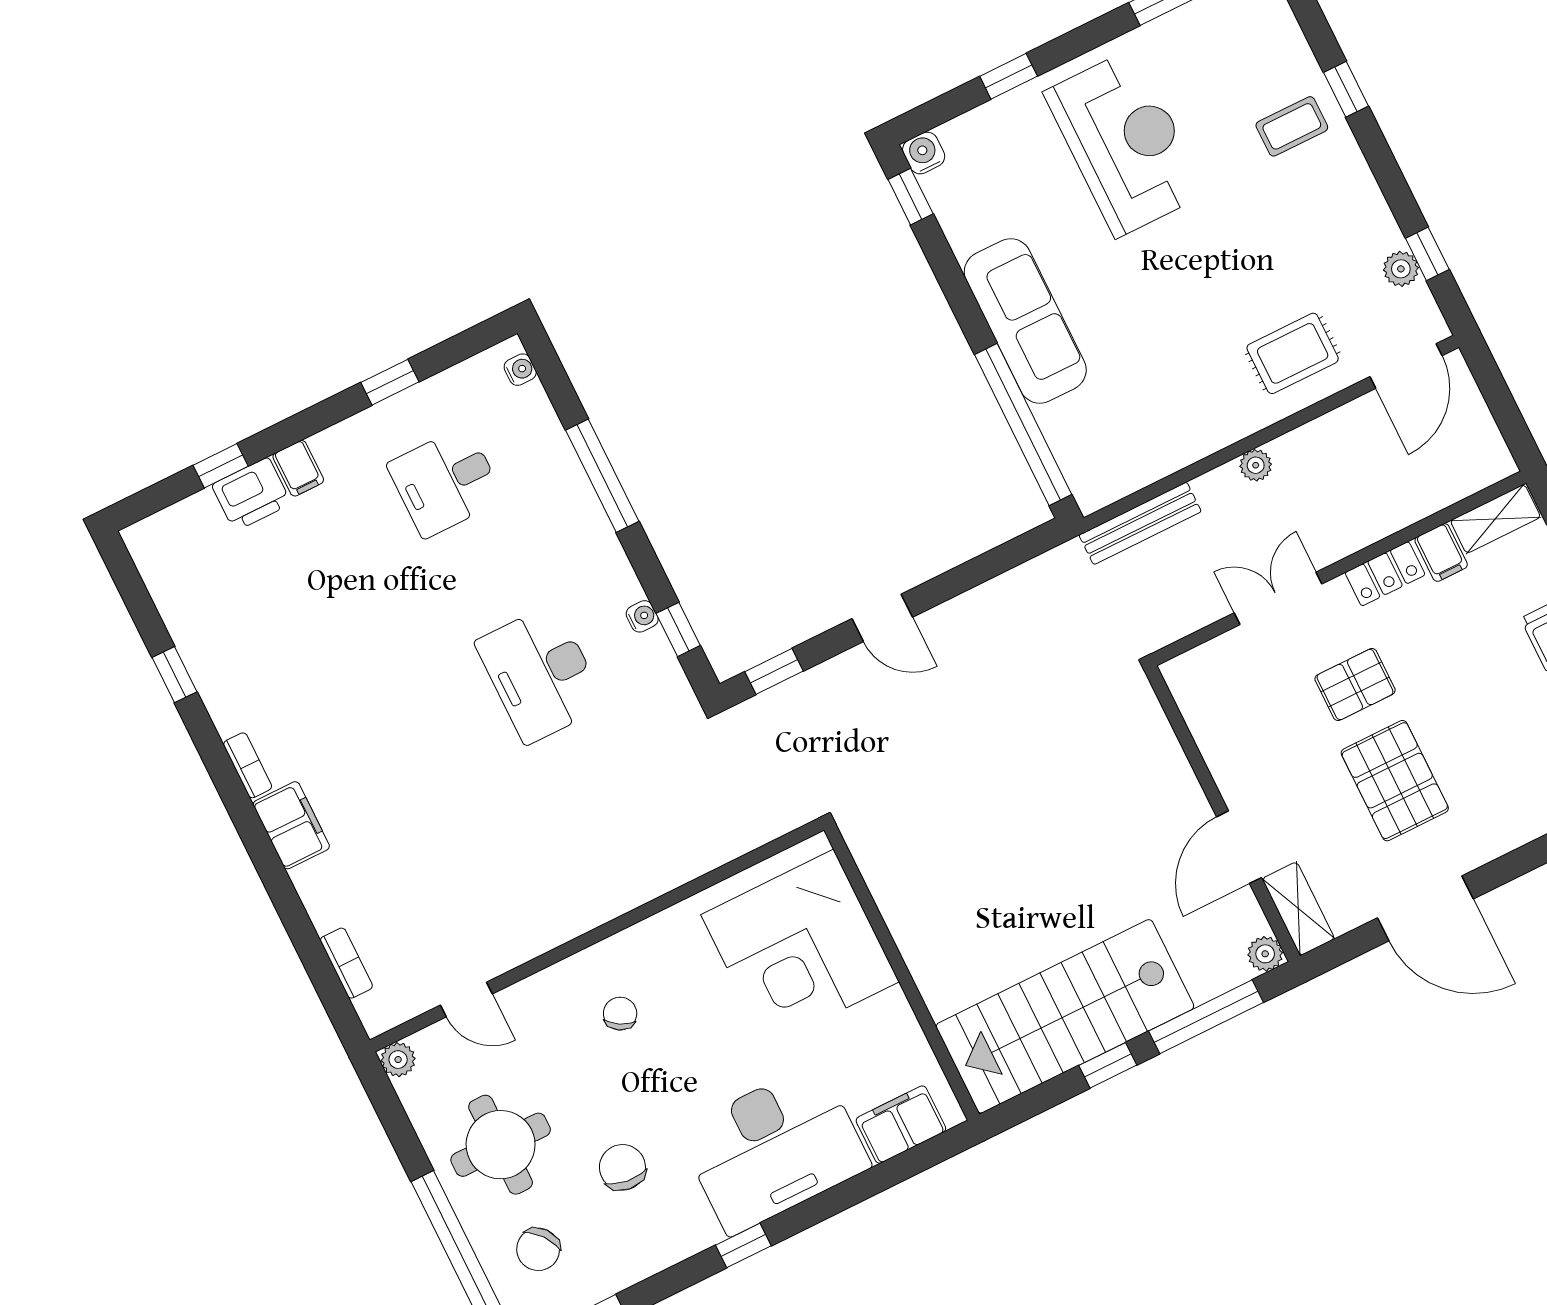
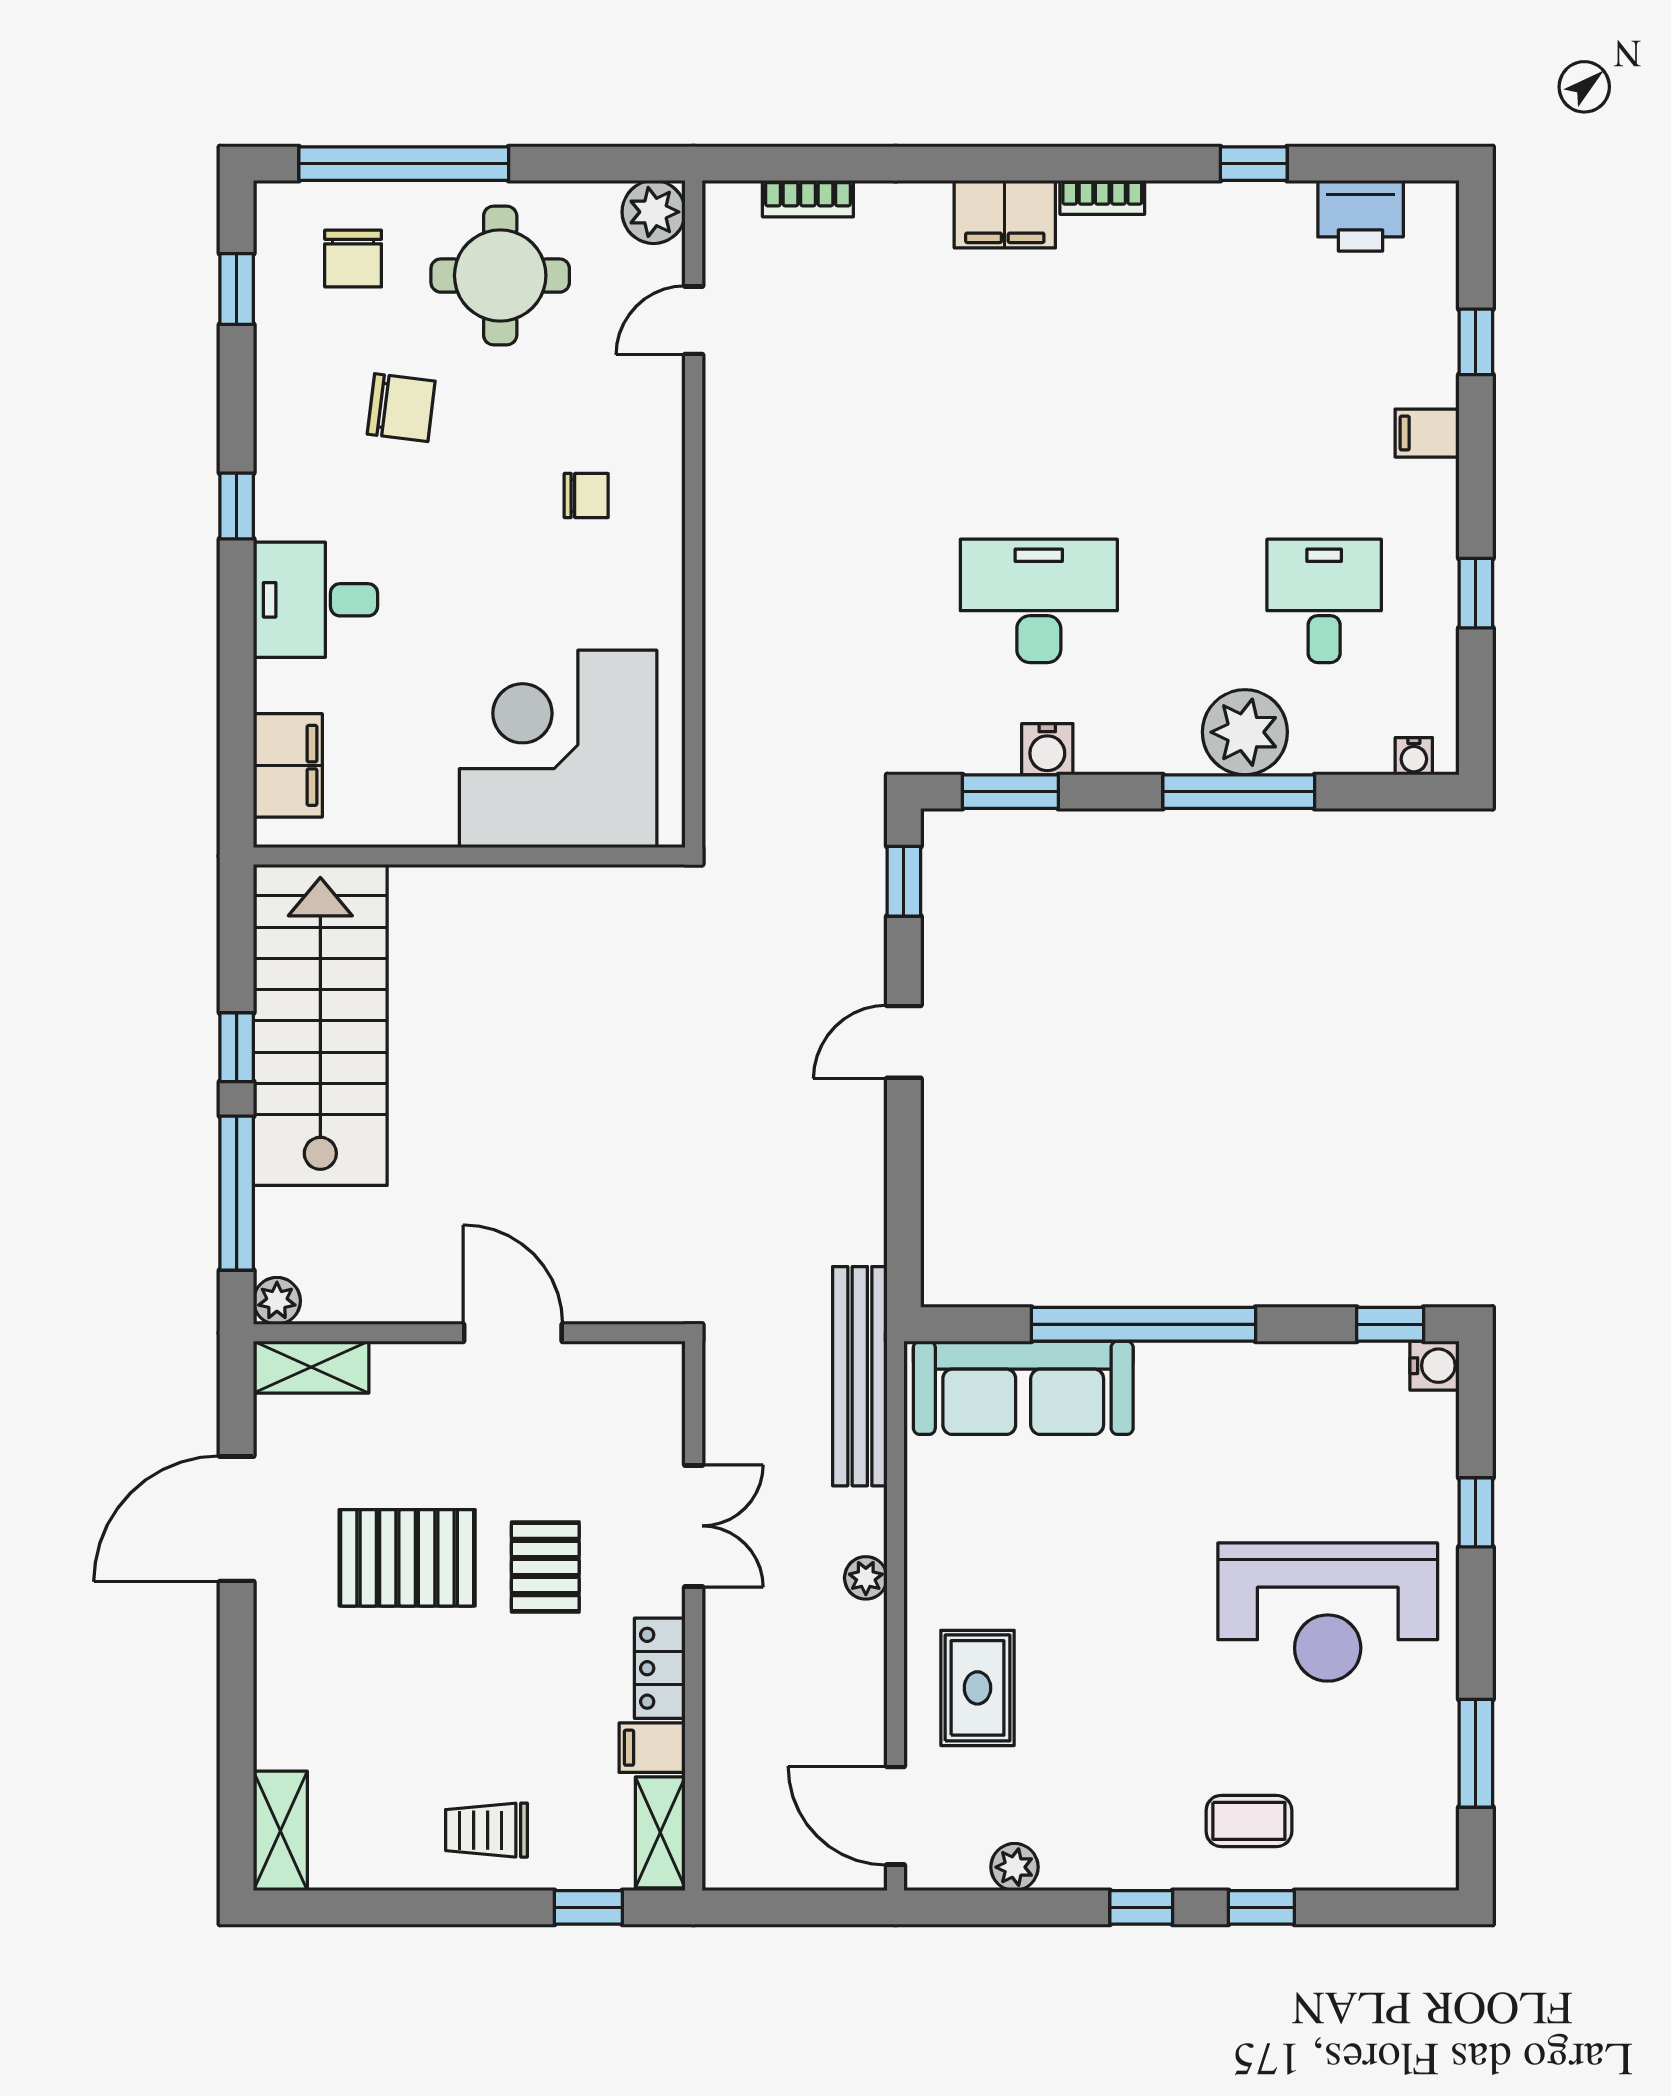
coffee table: (1292, 126) -> (1249, 1821), turned 90
window: (1427, 254) -> (1141, 1907), moved
sofa: (1025, 321) -> (1023, 1388), moved
window: (1023, 424) -> (1144, 1324), moved
plant: (560, 491) -> (1245, 732), added
printer: (251, 494) -> (1361, 216), moved, turned -90
bench: (1140, 523) -> (860, 1376), width x1.37, depth x1.21
water cooler: (642, 616) -> (1047, 749), width x1.38, depth x1.38
window: (678, 629) -> (1010, 792), width x1.50
door: (1239, 847) -> (513, 1333), moved
chair: (620, 1014) -> (586, 496), turned -30
plant: (398, 1060) -> (654, 212), width x1.38, depth x1.38
desk: (774, 1149) -> (316, 600), width x0.53, depth x0.77
chair: (538, 1249) -> (353, 259), turned -142

